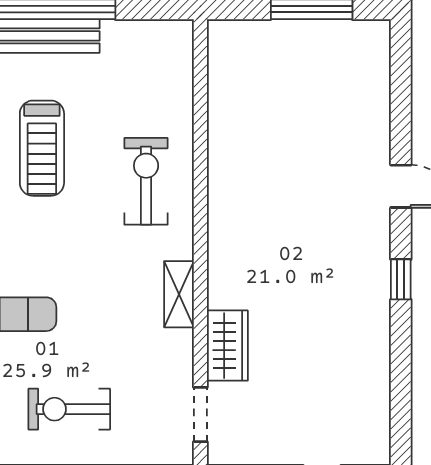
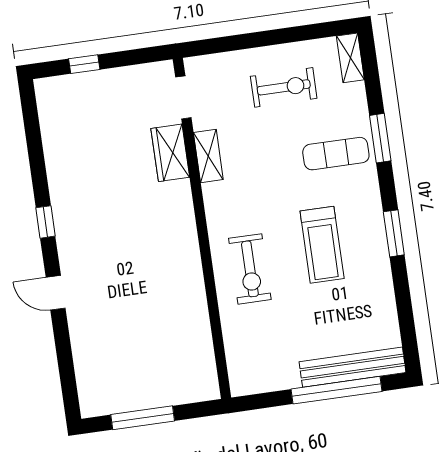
treadmill: (42, 148) -> (322, 245), moved, turned 180
shelving: (179, 294) -> (208, 156), moved

